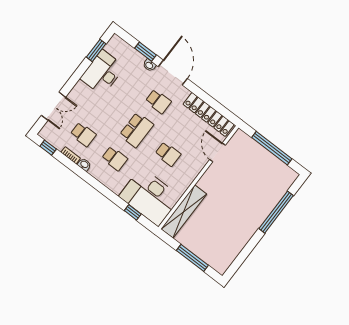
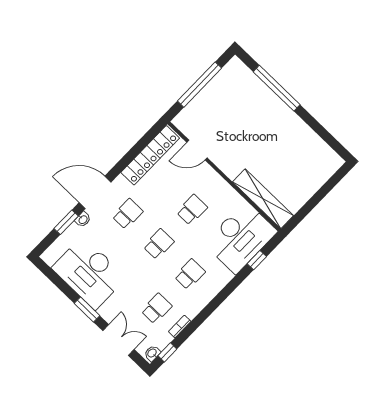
window: (96, 50) -> (87, 310), moved
desk: (103, 73) -> (89, 273), width x1.36, depth x1.30
school desk: (136, 130) -> (159, 244), width x0.54
washbasin: (84, 165) -> (152, 353), moved
window: (192, 258) -> (320, 195), removed

